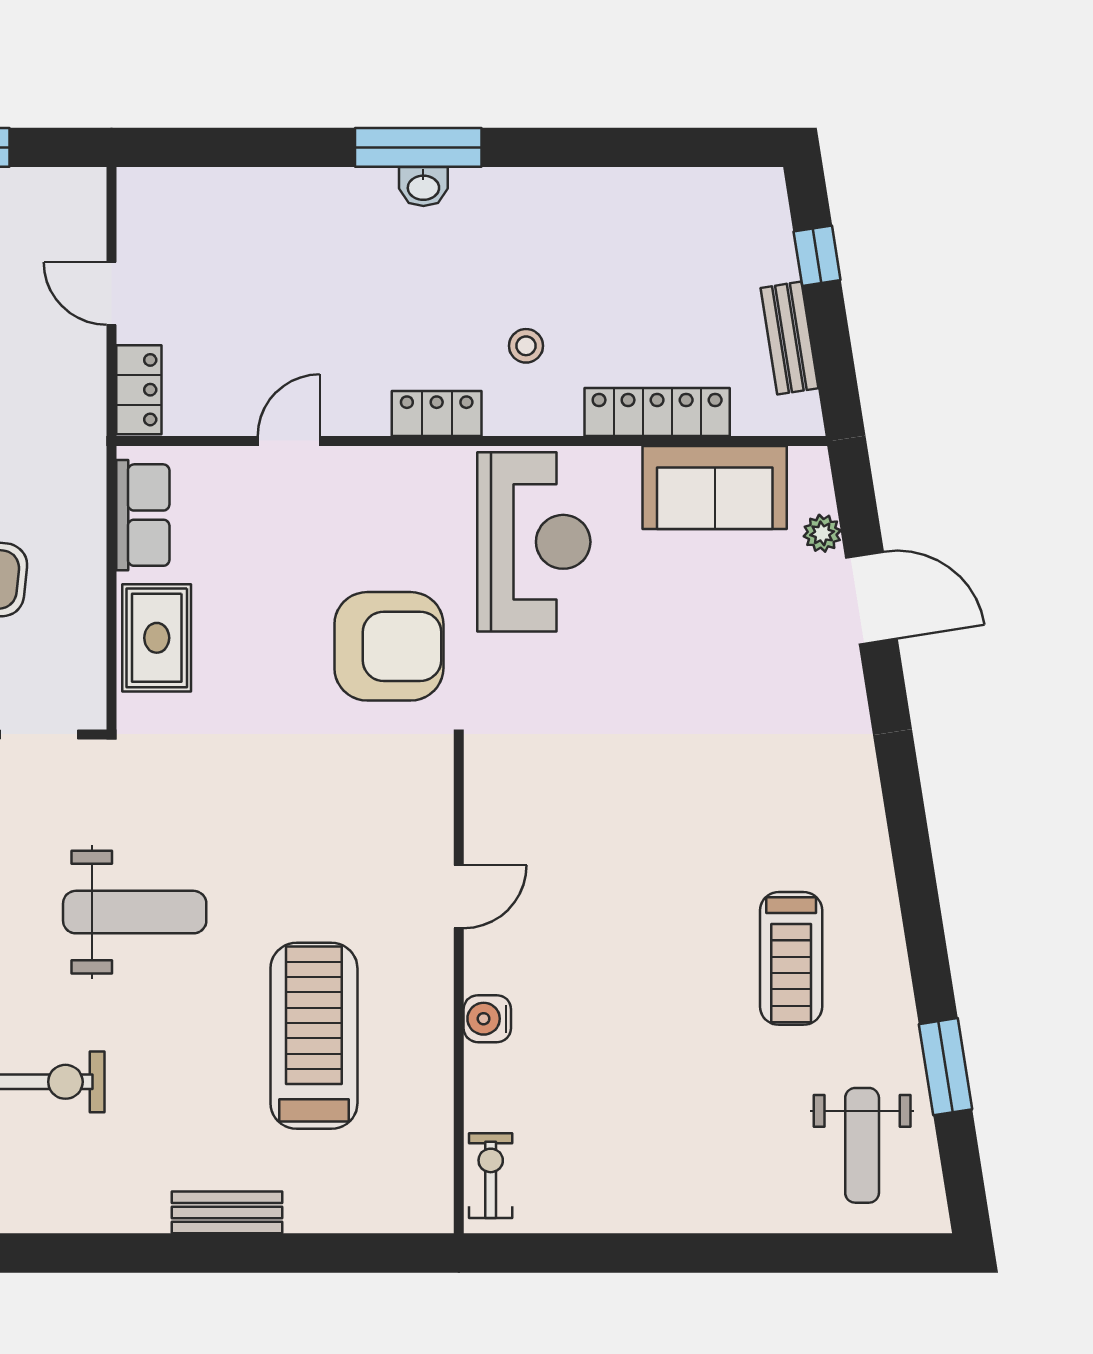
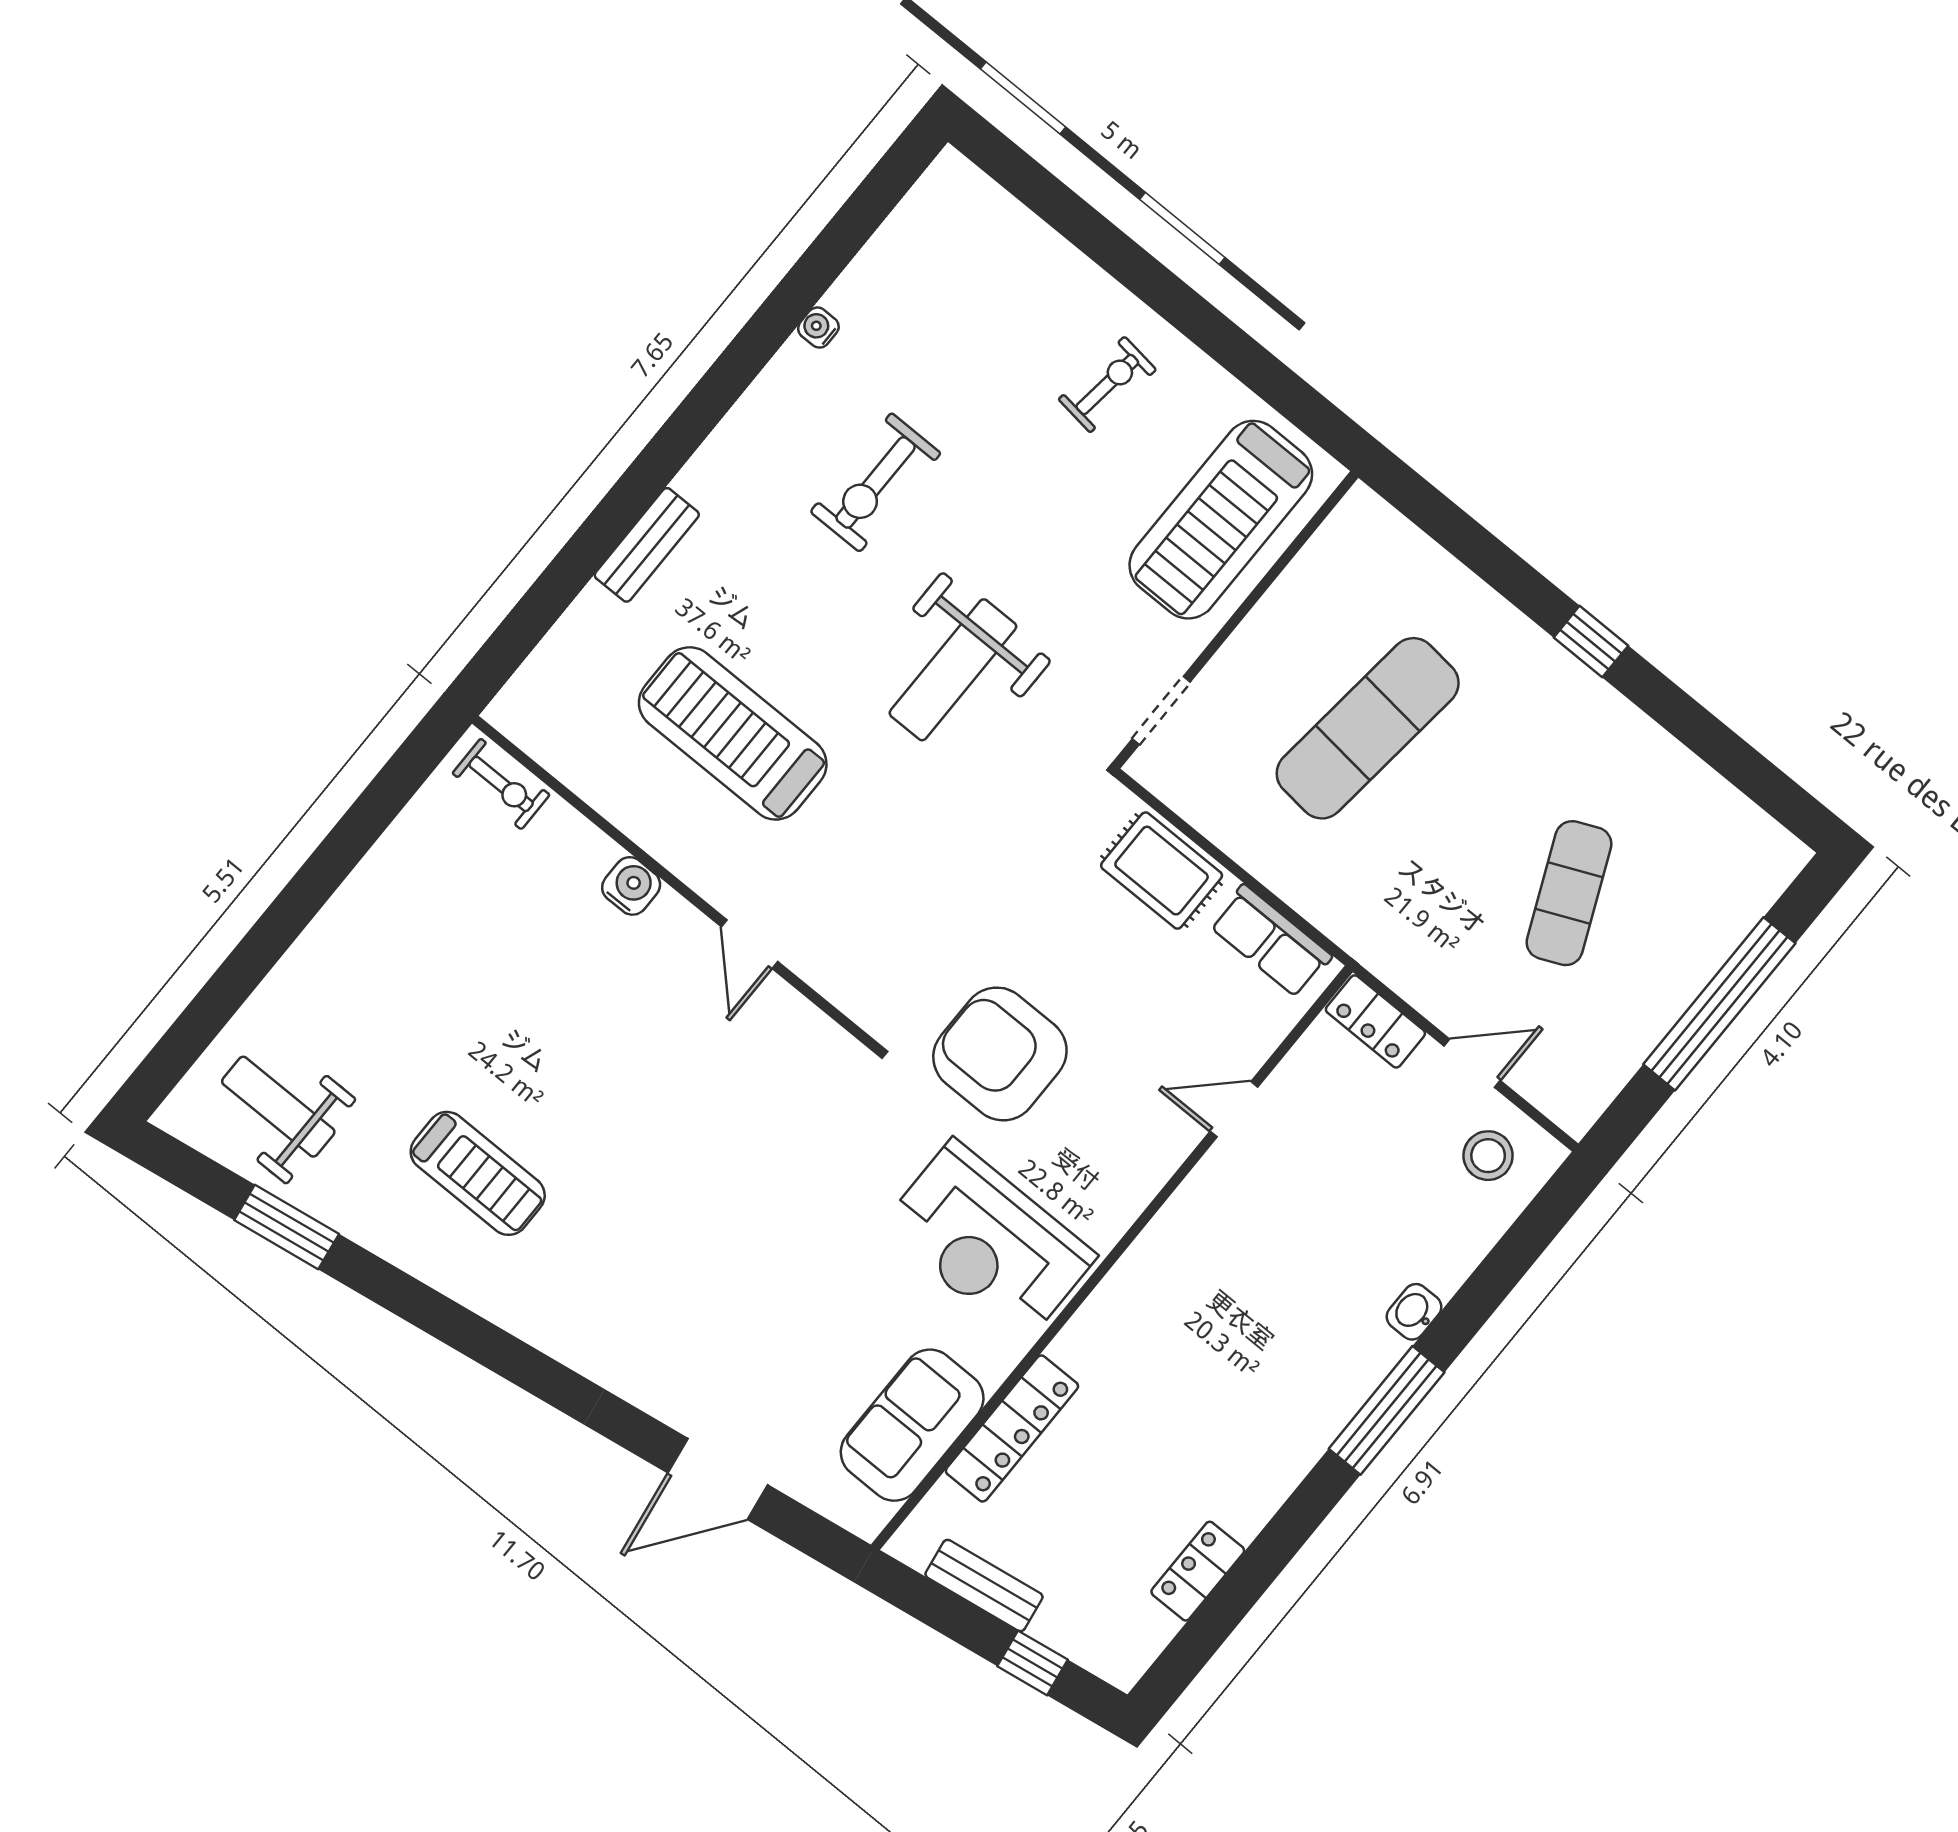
washbasin: (423, 187) -> (1414, 1312), moved
stool: (526, 346) -> (1488, 1156), moved, width x1.37, depth x1.37
locker: (437, 413) -> (1198, 1571), moved, turned 180
door: (289, 441) -> (1234, 1109), swing flipped
plant: (822, 533) -> (803, 1482), removed
armchair: (389, 646) -> (1000, 1054), turned 90
treadmill: (791, 958) -> (478, 1173), turned 180
treadmill: (314, 1036) -> (733, 733), turned 180

